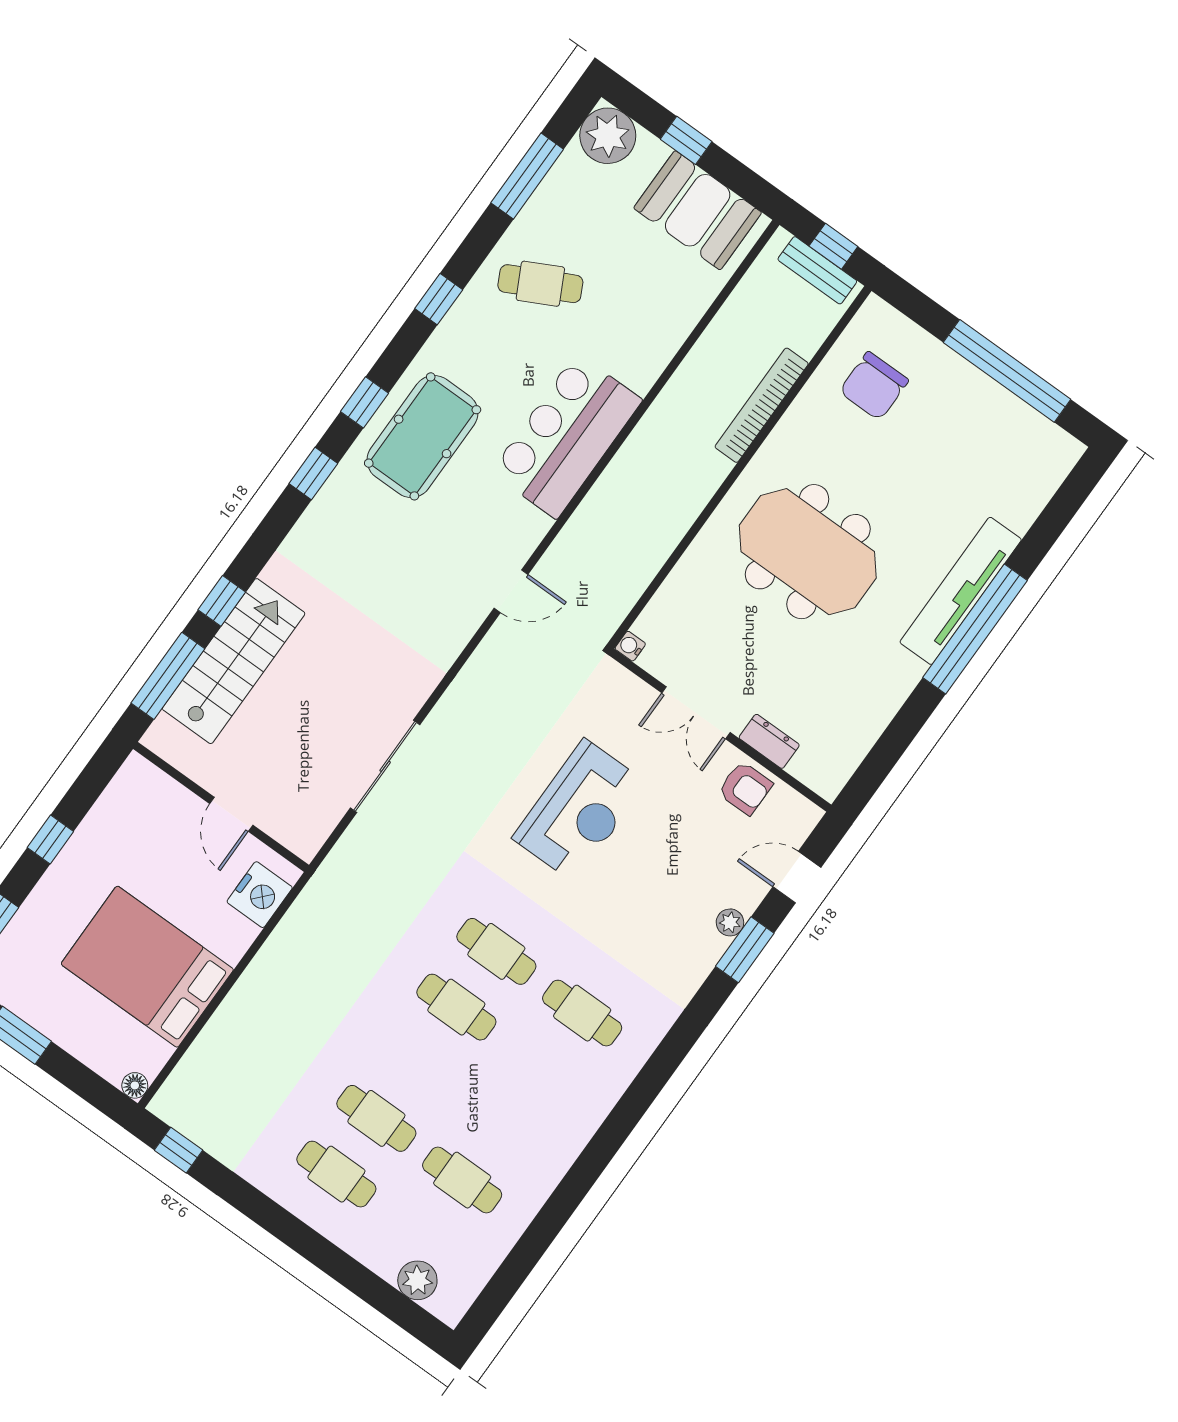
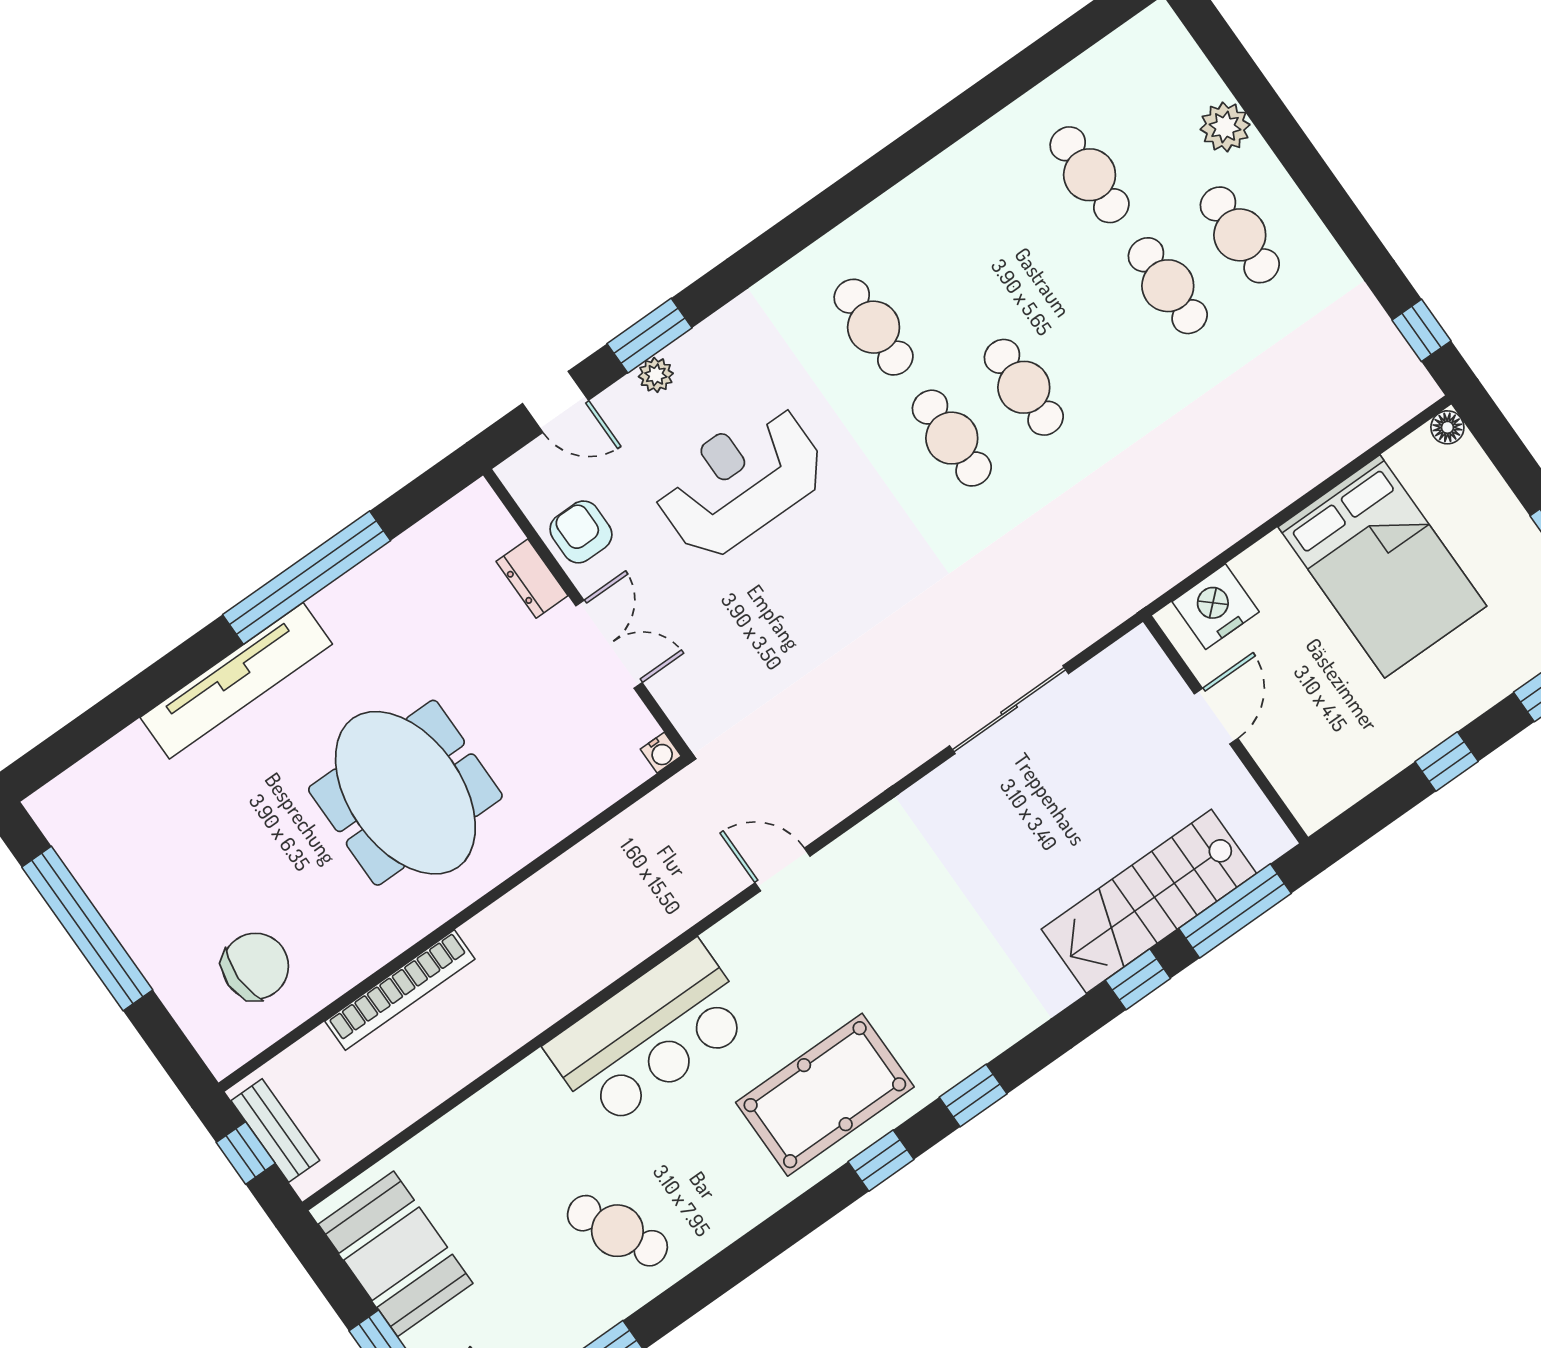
window: (439, 299) -> (748, 1255), removed
window: (975, 629) -> (307, 578), moved
reception desk: (579, 810) -> (740, 481), moved
plant: (417, 1280) -> (1225, 127), moved

